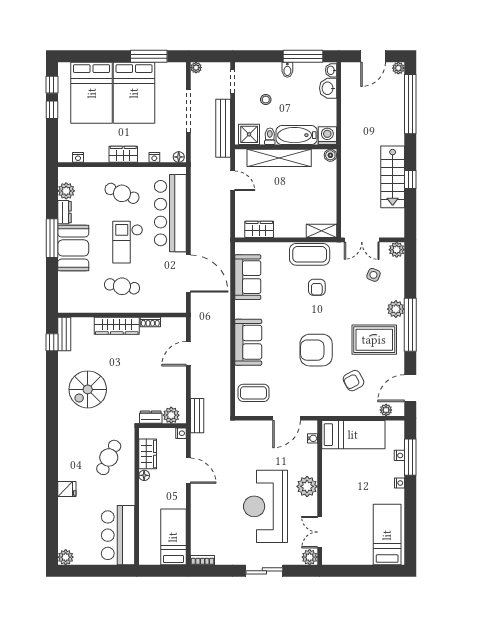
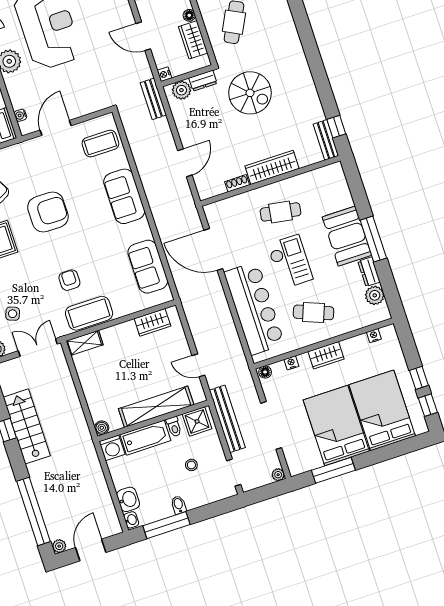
spiral stairs: (88, 389) -> (250, 93), moved, turned 90

